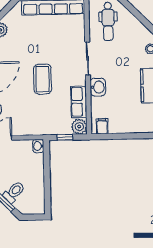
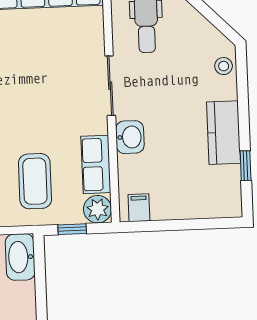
coffee table: (43, 79) -> (35, 181), moved
washbasin: (38, 146) -> (20, 257), width x1.91, depth x1.45

